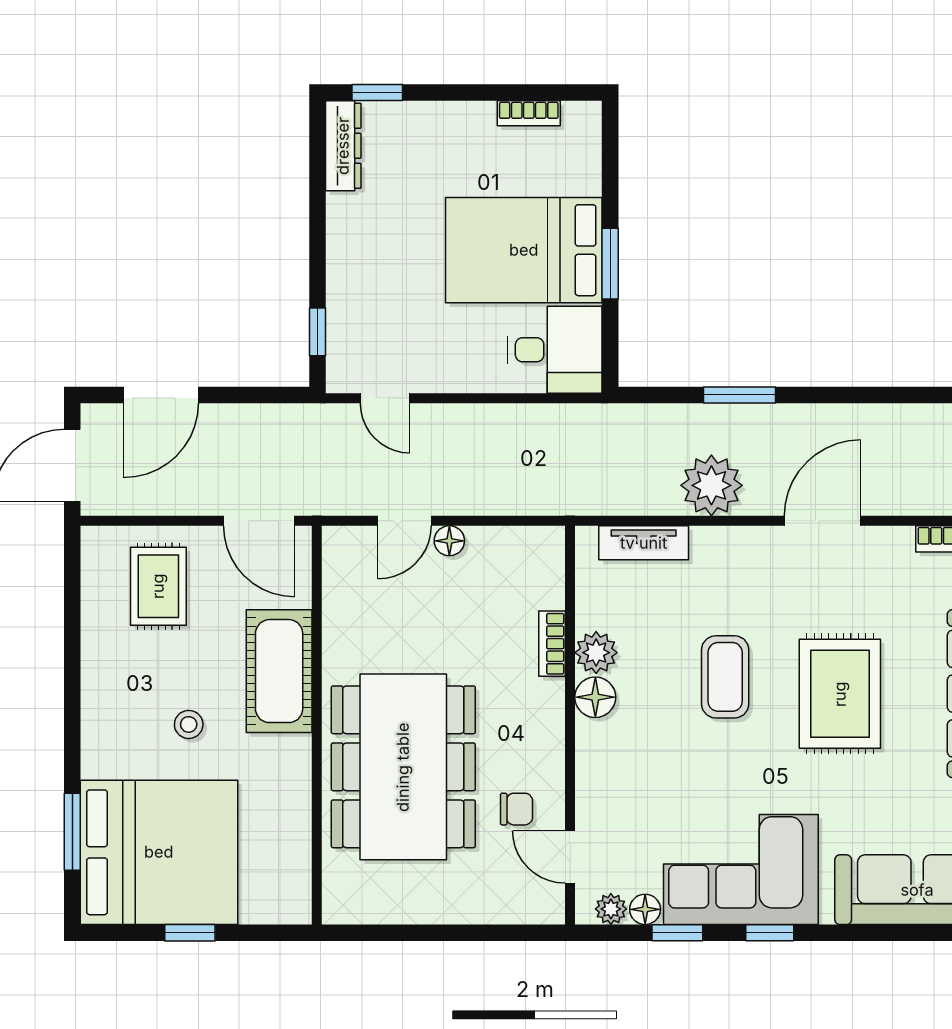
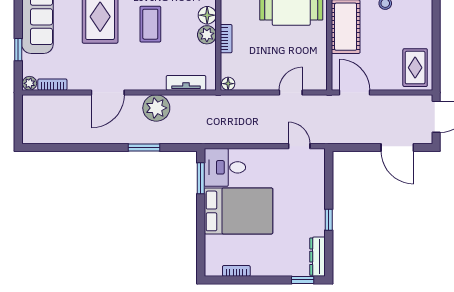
window: (610, 264) -> (201, 178), moved
window: (318, 332) -> (329, 220), moved
door: (161, 395) -> (397, 148), swing flipped
floor lamp: (449, 541) -> (228, 84), moved
rug: (158, 586) -> (415, 68), moved

